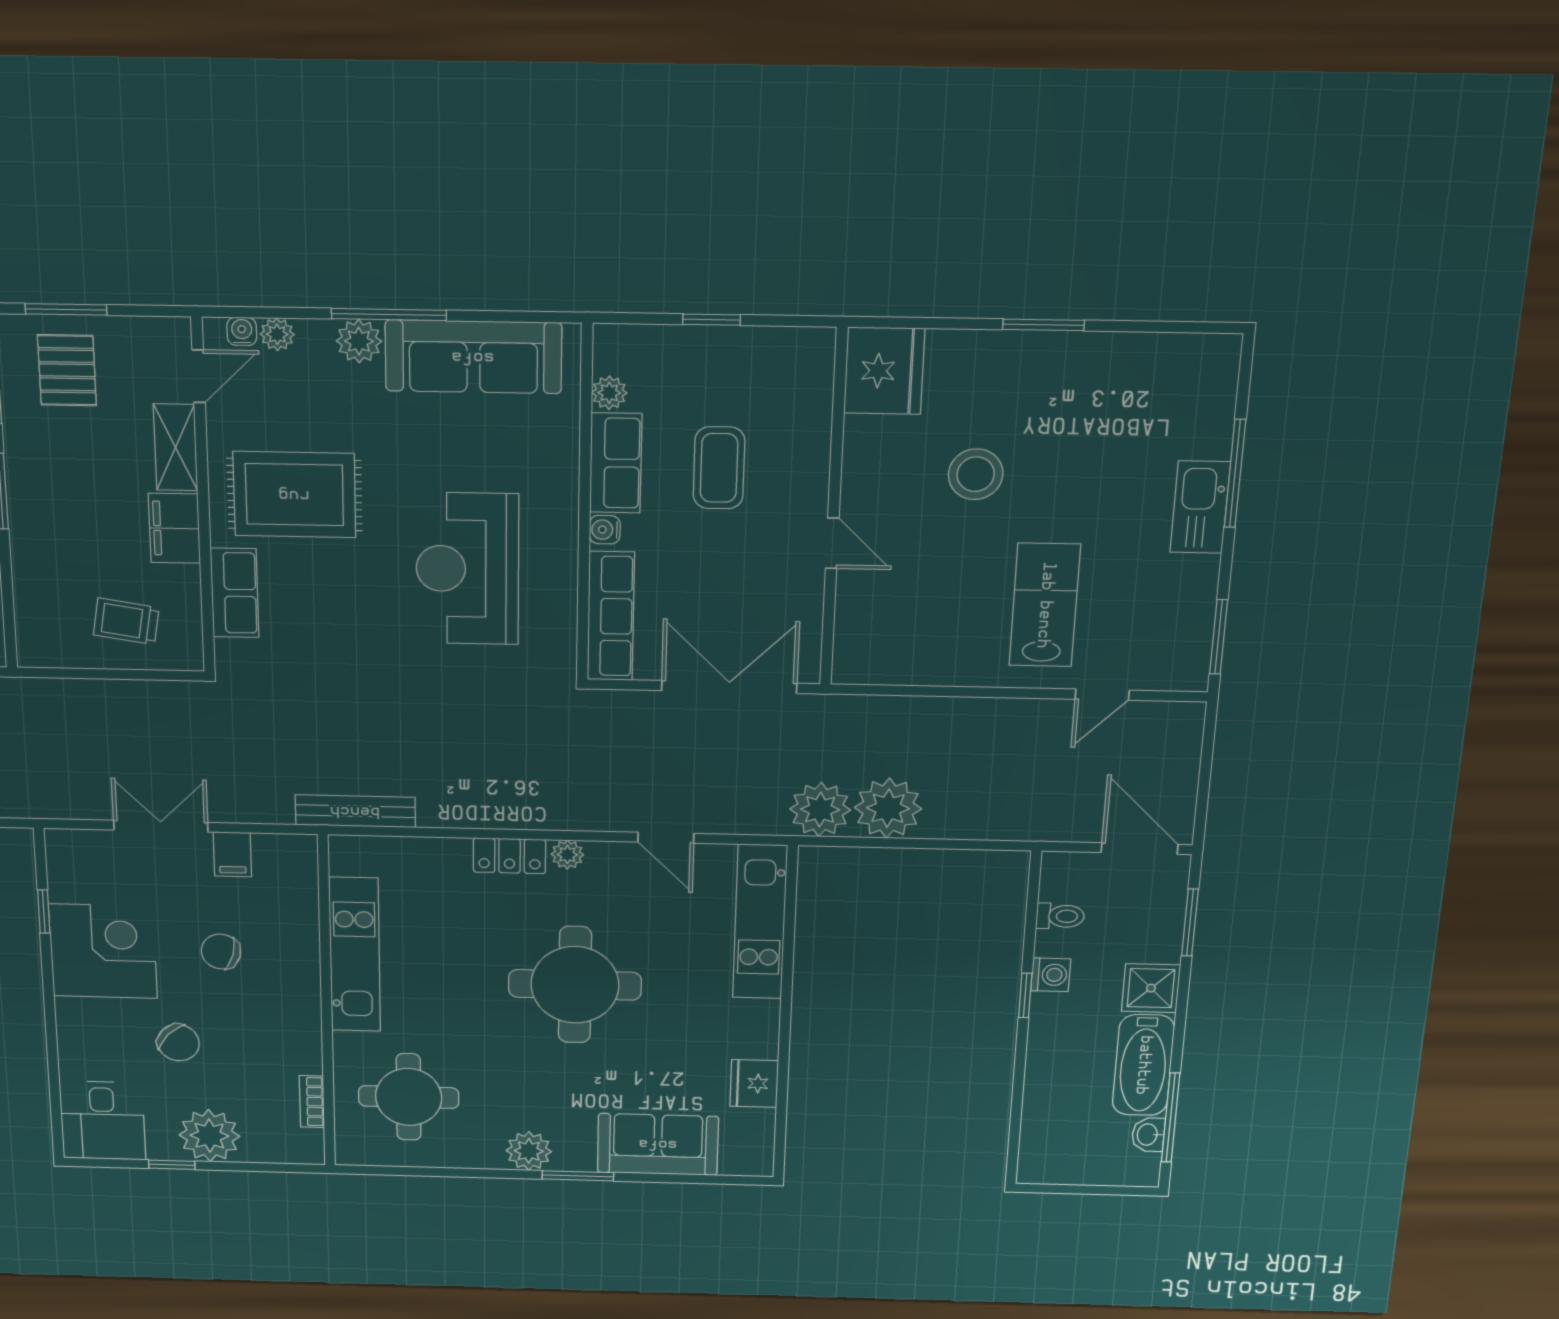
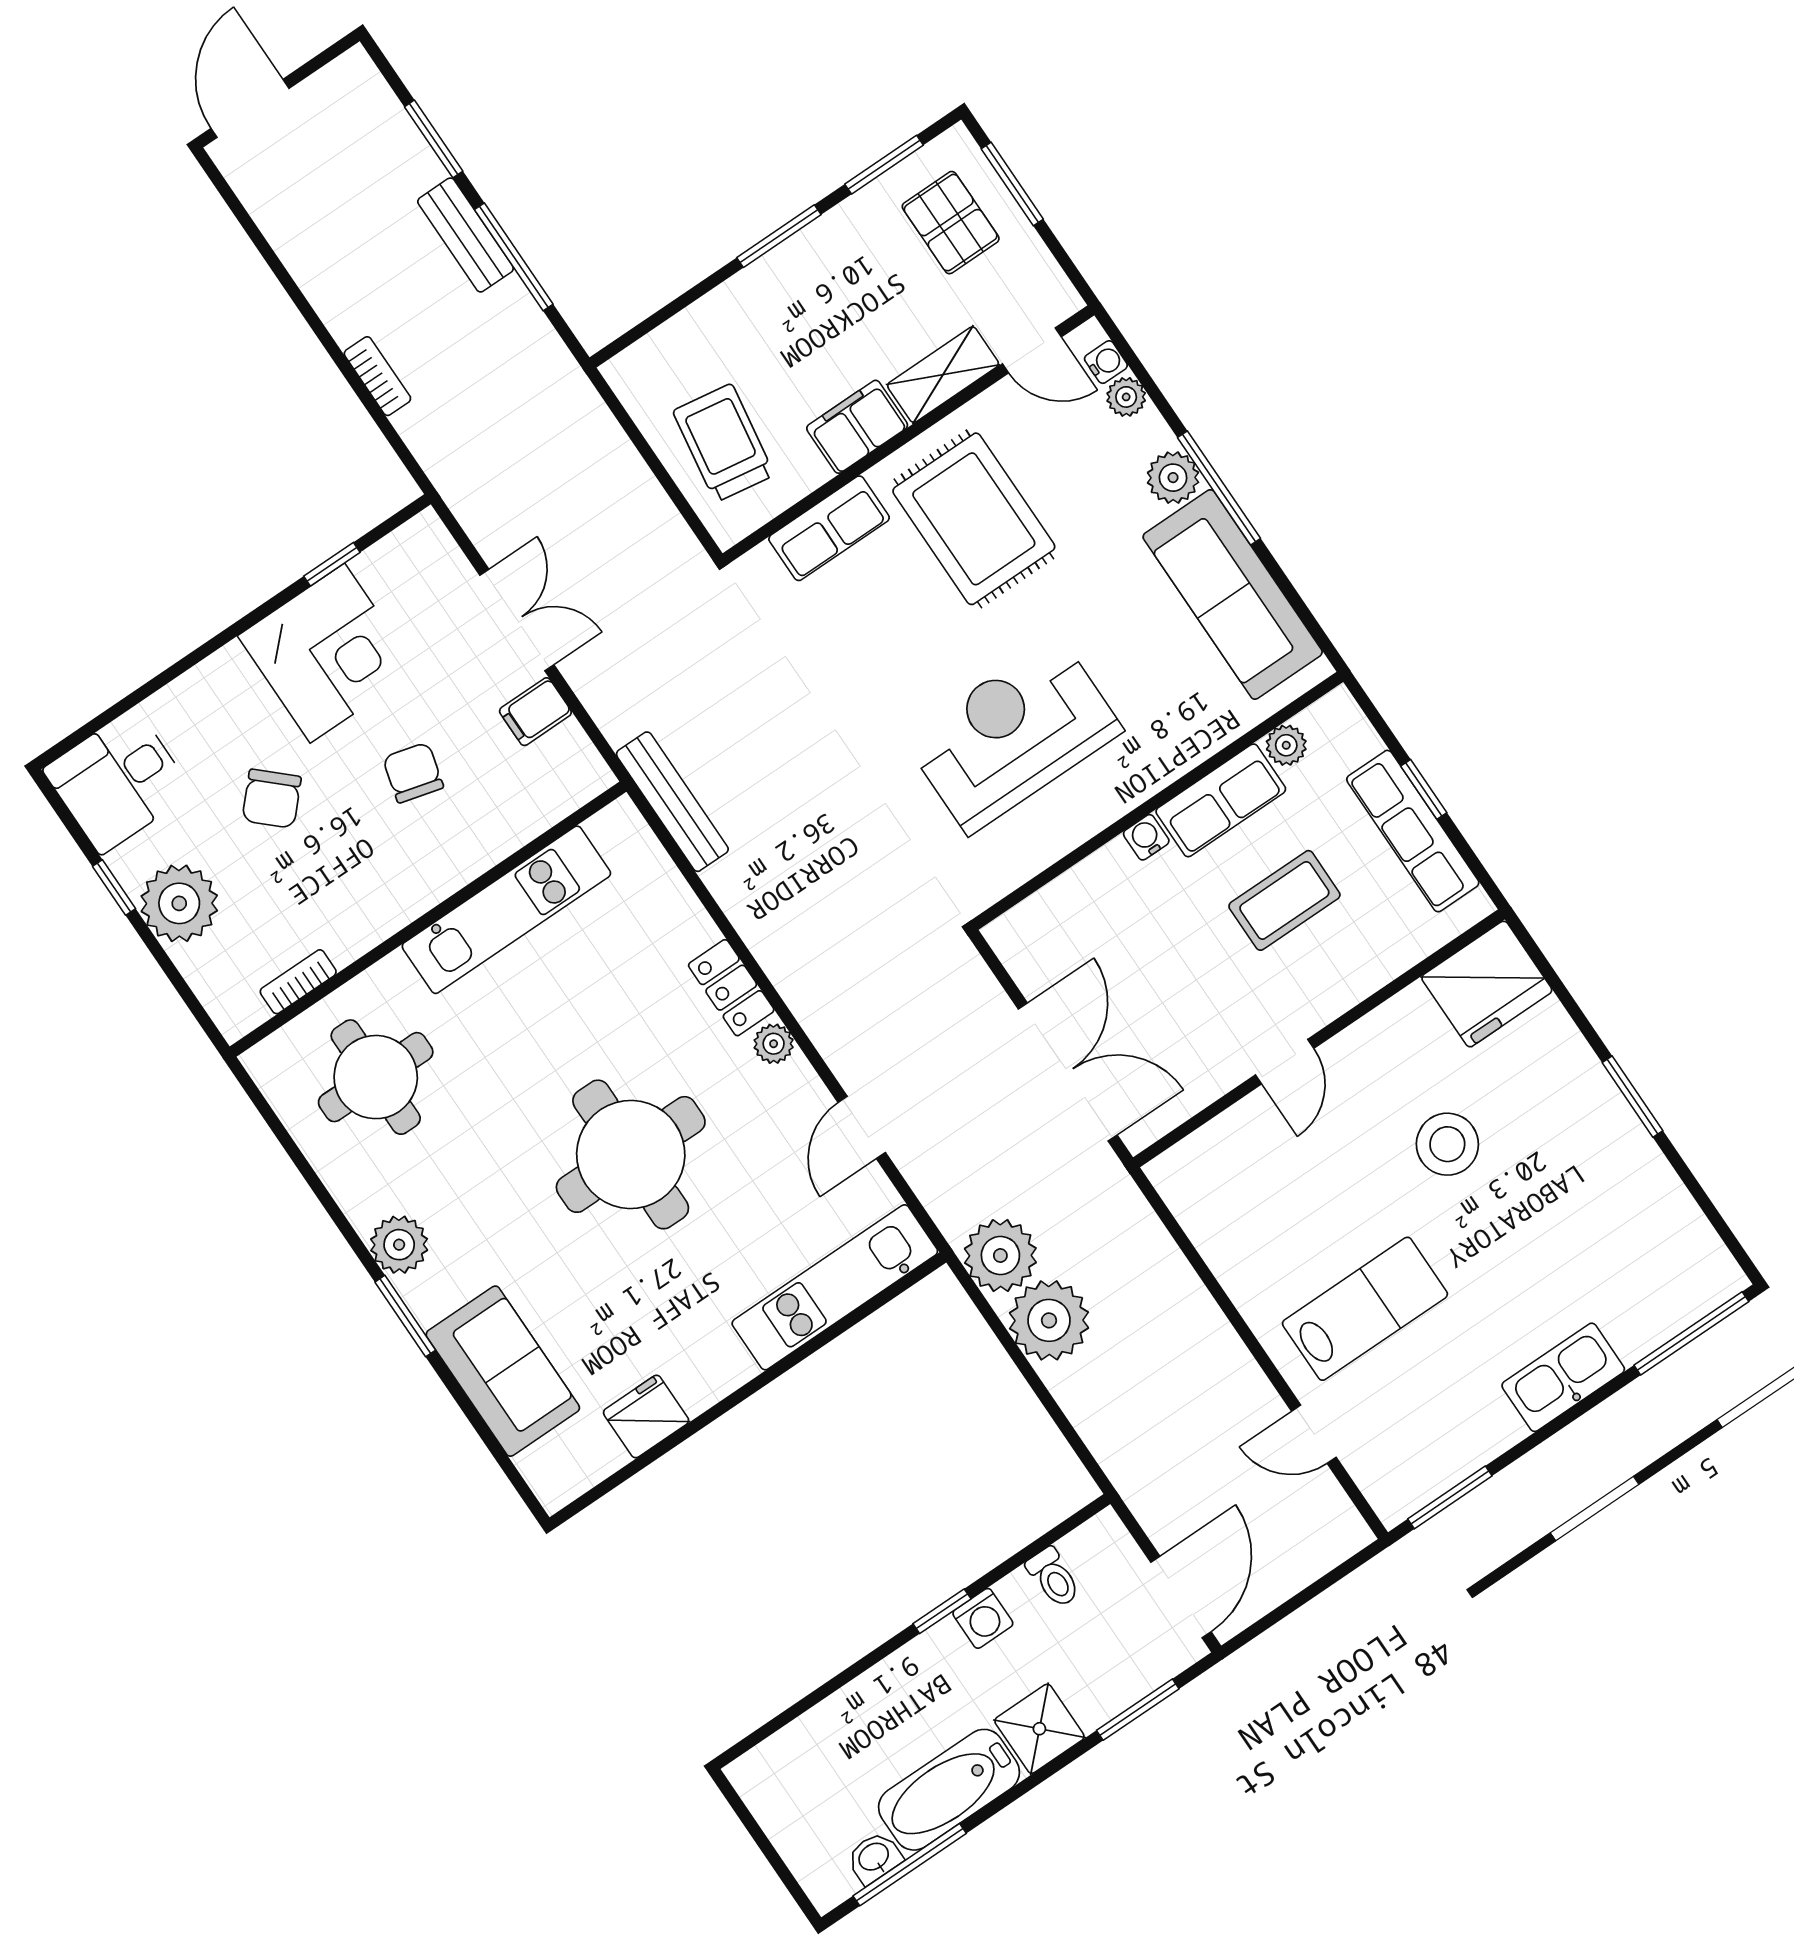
pallet: (67, 370) -> (951, 223), turned 90
window: (1235, 474) -> (1691, 1333), moved
row of seats: (611, 616) -> (1413, 831), moved, turned 90
trolley: (126, 621) -> (724, 443), width x1.36, depth x1.39

